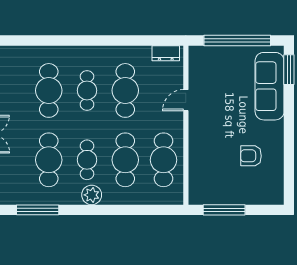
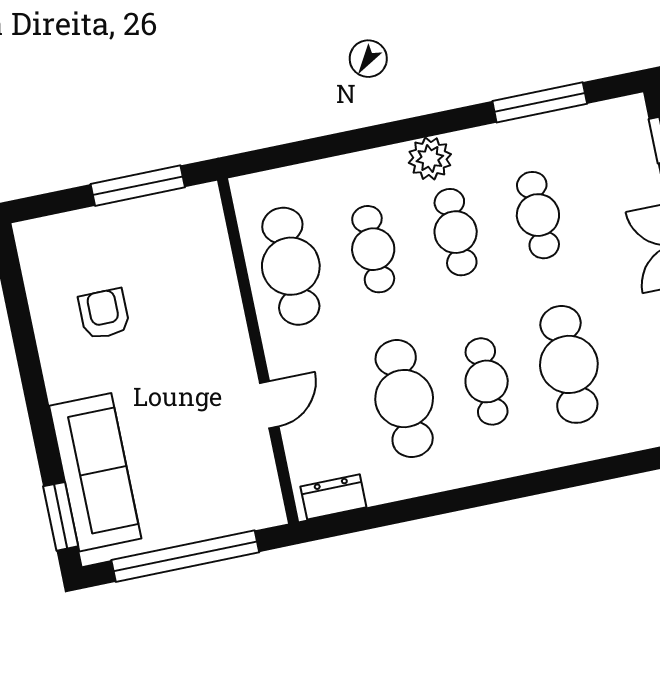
armchair: (251, 156) -> (104, 314), turned -90
cafe table: (49, 160) -> (538, 215), width x0.73, depth x0.74
cafe table: (125, 160) -> (373, 249), width x0.73, depth x0.74

